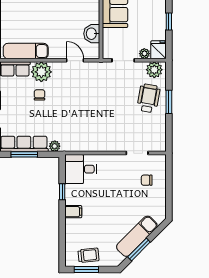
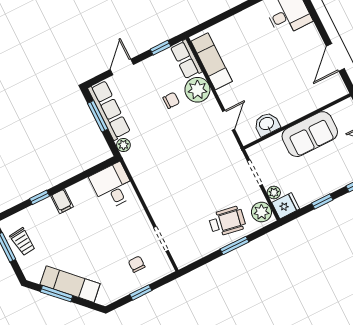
window: (169, 187) -> (141, 292), added
window: (62, 192) -> (39, 197), moved

